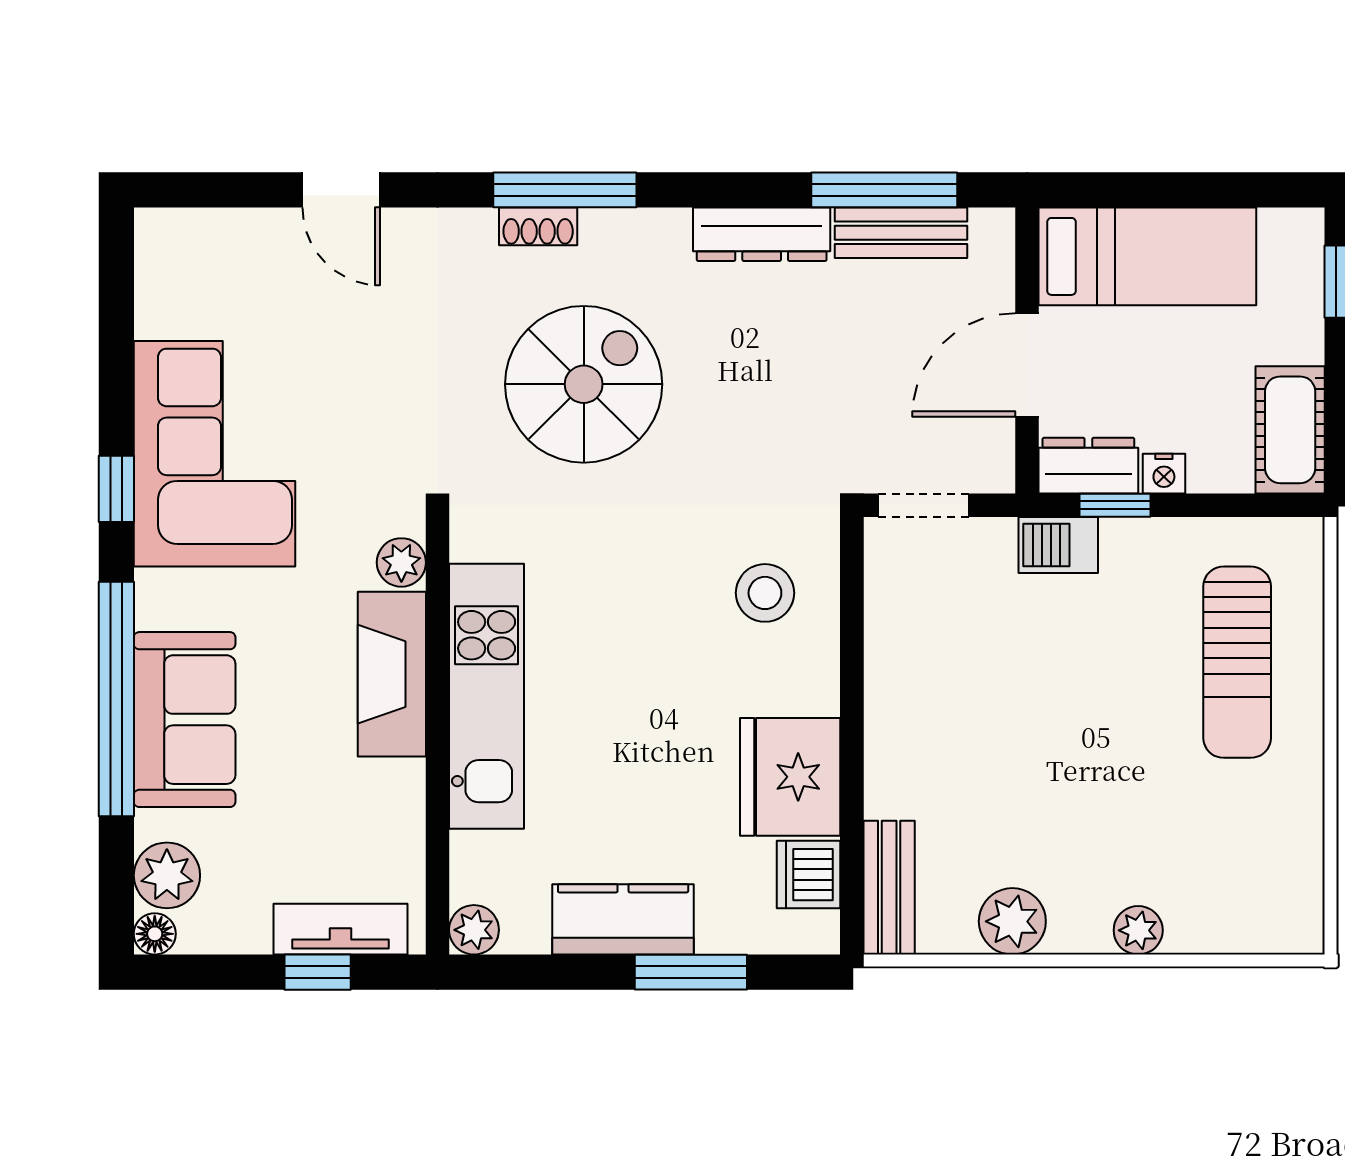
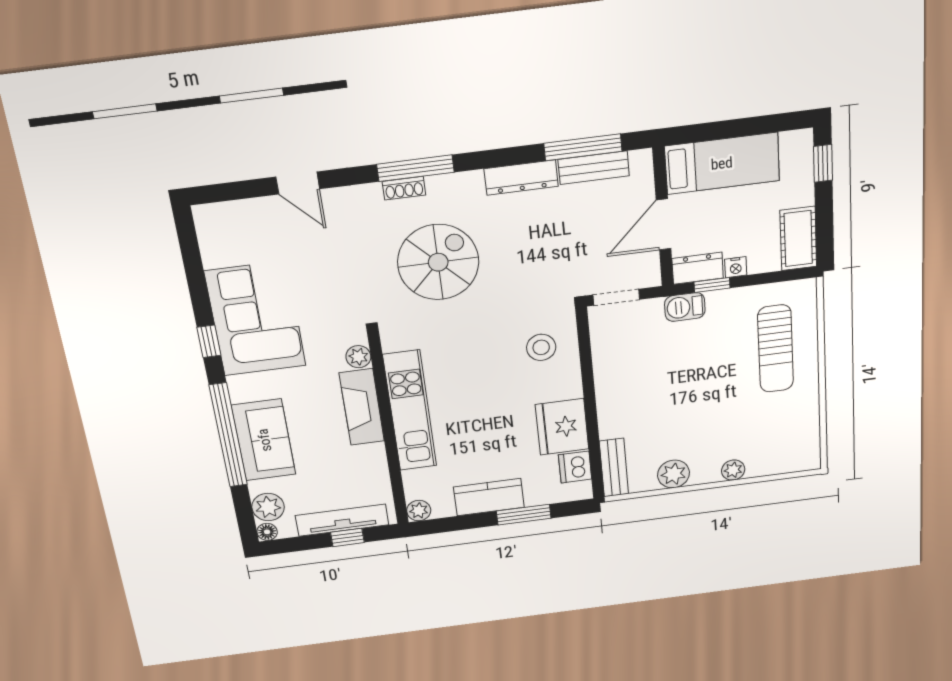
tv unit: (340, 929) -> (342, 520), width x1.41

